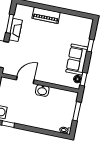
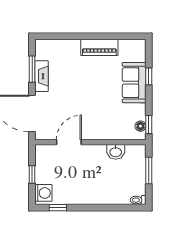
piano: (46, 15) -> (99, 47), moved
sofa: (77, 59) -> (134, 83), moved
washbasin: (42, 91) -> (116, 152), moved

